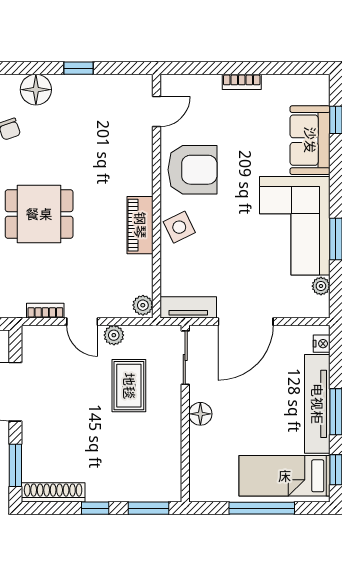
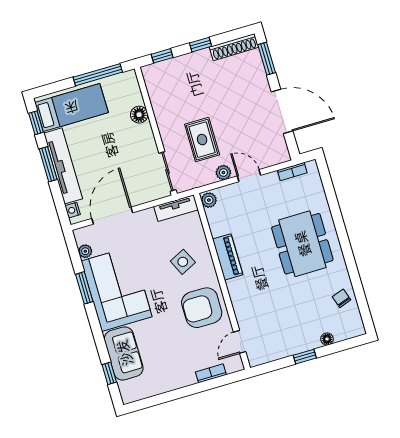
bookcase: (242, 82) -> (211, 373), moved
floor lamp: (36, 90) -> (327, 339), width x0.53, depth x0.53
dining table: (39, 214) -> (302, 244), width x1.37
side table: (179, 227) -> (183, 262), moved
bookcase: (45, 311) -> (292, 172), moved
door: (246, 322) -> (112, 216), moved
floor lamp: (200, 414) -> (139, 115), moved
window: (149, 508) -> (162, 56), width x0.67
window: (262, 508) -> (98, 75), moved

